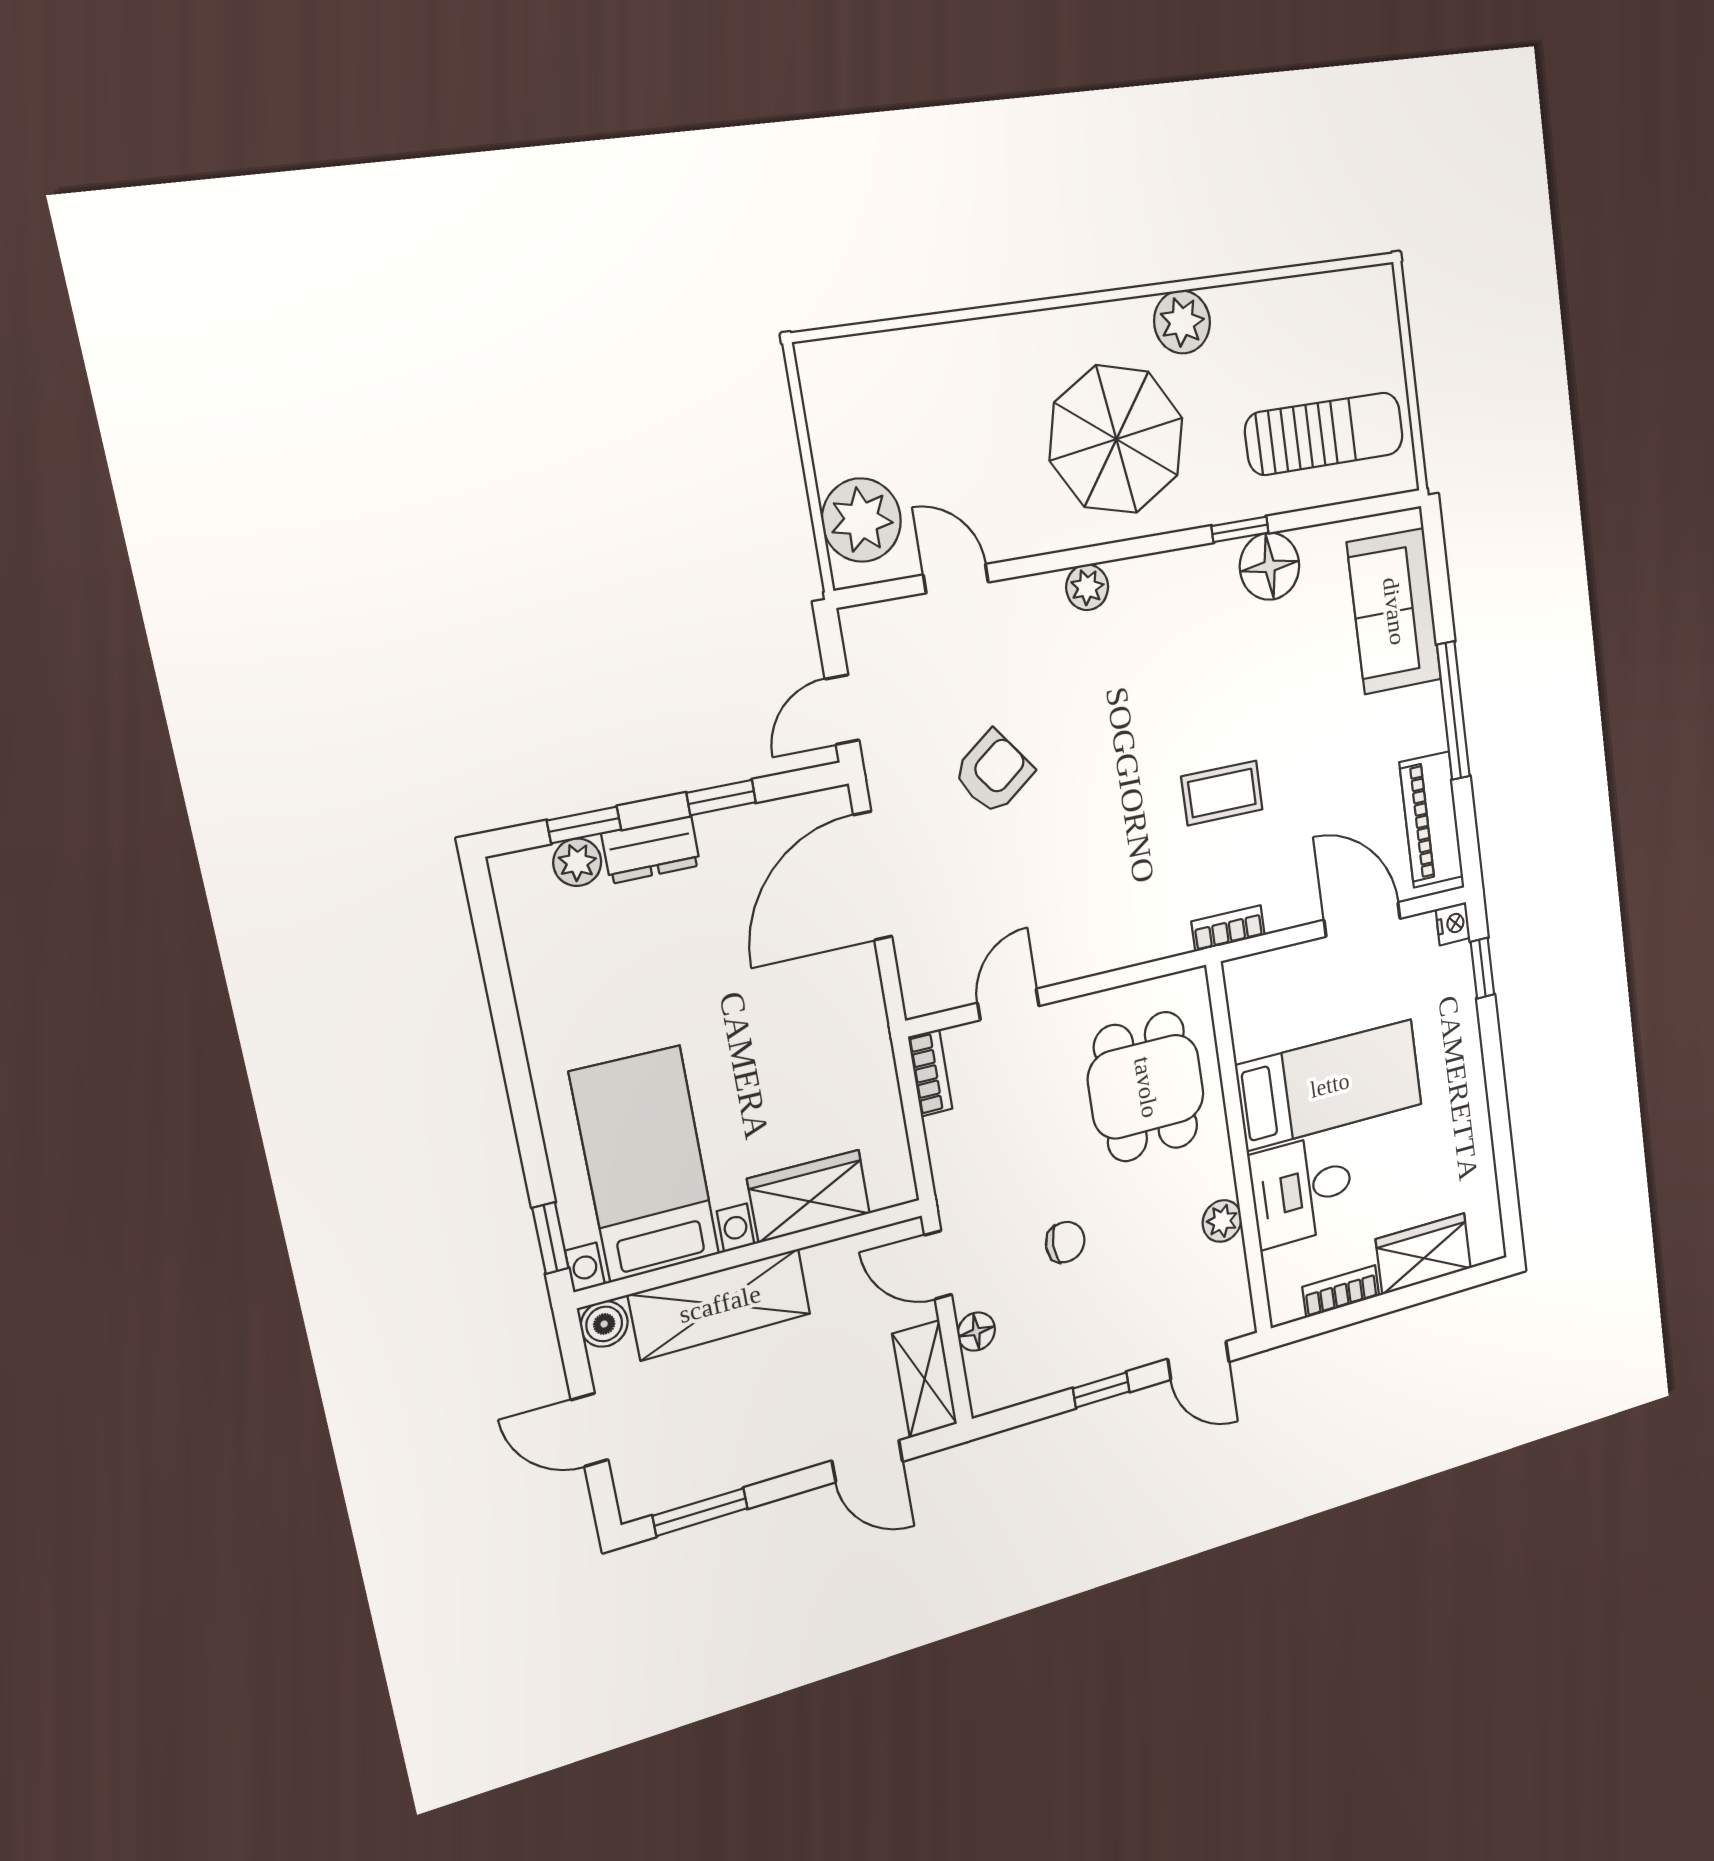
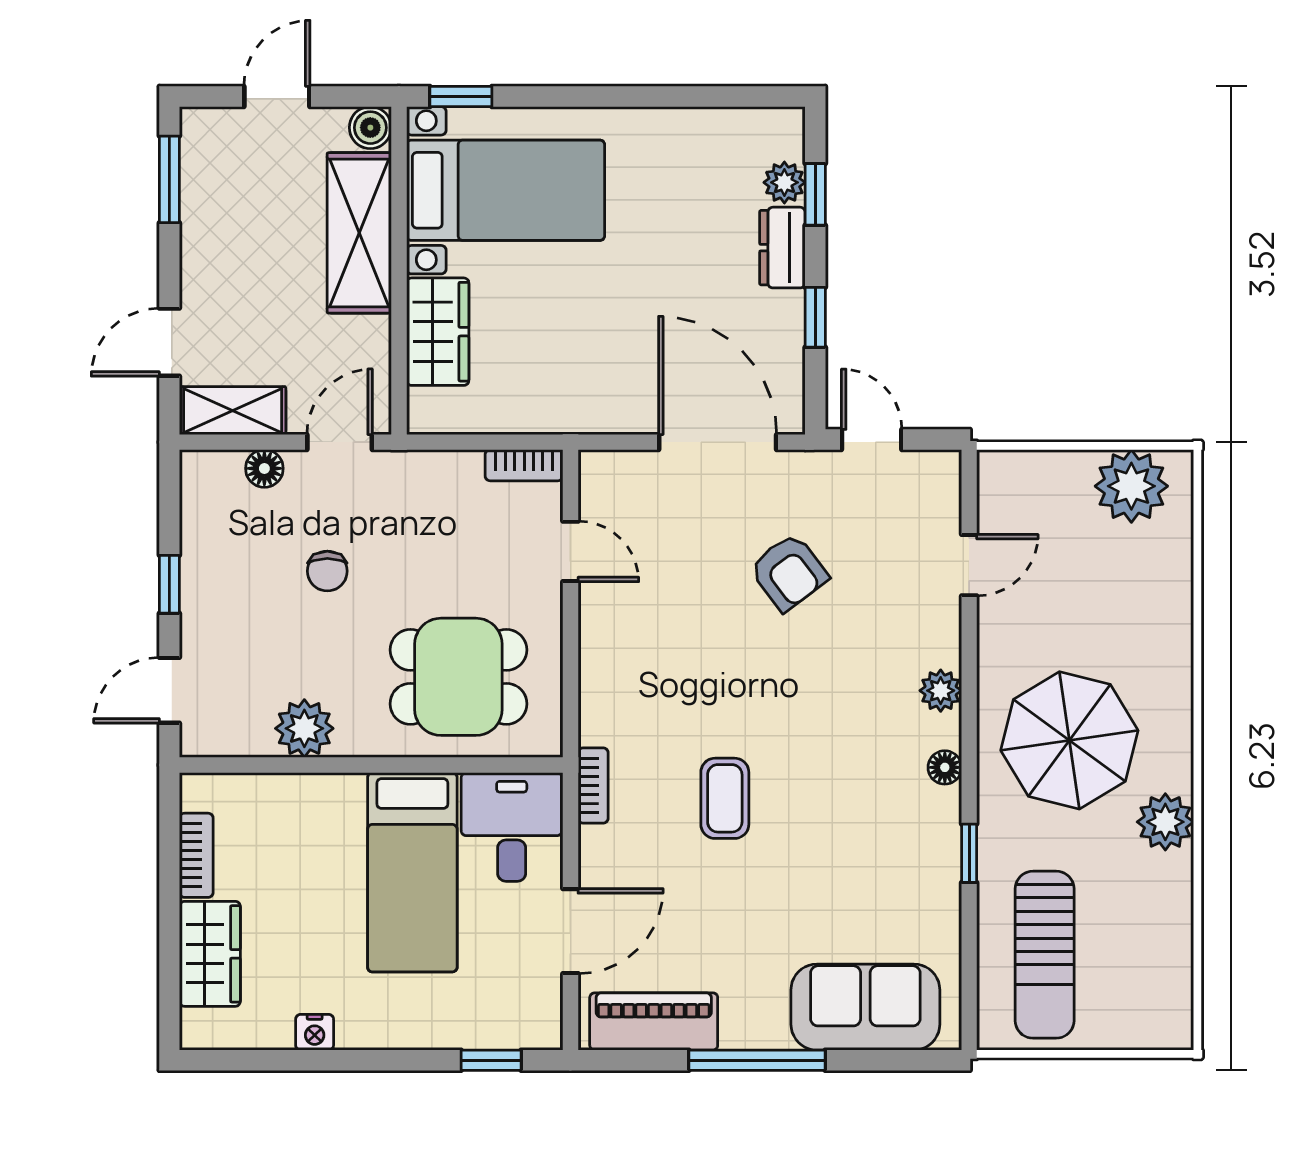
plant: (862, 520) -> (1131, 486), moved
floor lamp: (1270, 566) -> (945, 767), moved, width x0.53, depth x0.53
nightstand: (1453, 924) -> (315, 1032), moved
desk: (1302, 1190) -> (512, 827), moved
plant: (1222, 1221) -> (304, 728), width x1.38, depth x1.38

